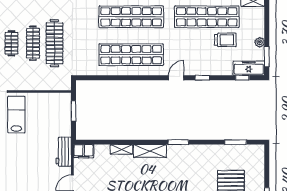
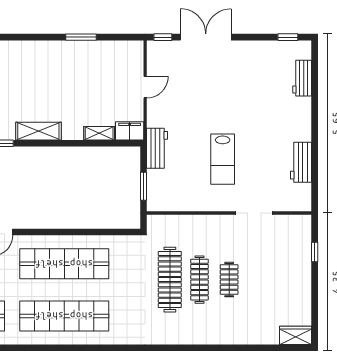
lab bench: (16, 115) -> (223, 159), moved
shelving: (121, 149) -> (99, 133), moved
workbench: (64, 152) -> (157, 148), moved

